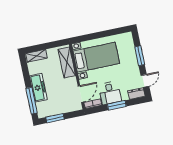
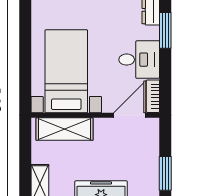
door: (81, 94) -> (130, 115), hinge flipped
window: (117, 105) -> (165, 30), moved

